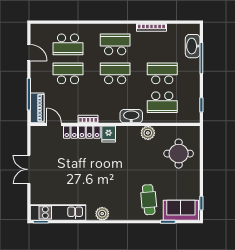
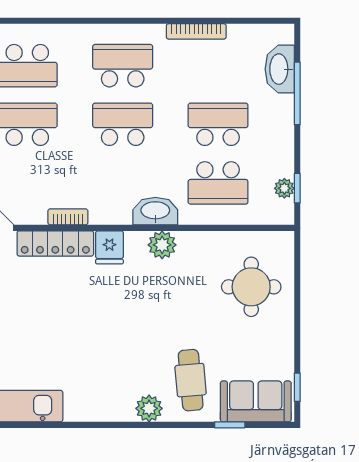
plant: (195, 105) -> (284, 188), added
plant: (148, 133) -> (162, 245), moved
plant: (102, 214) -> (149, 408), moved

